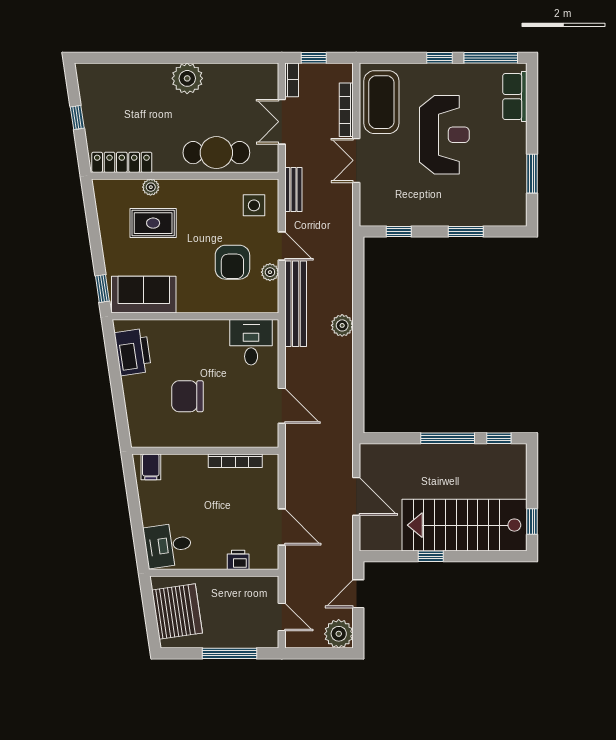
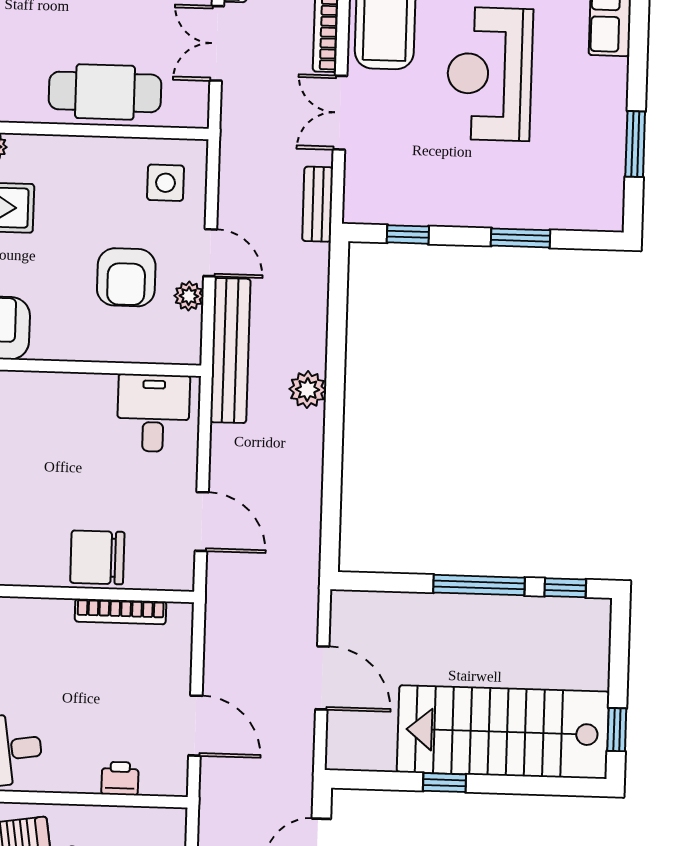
reception desk: (444, 135) -> (490, 74), turned 180
bench: (293, 190) -> (318, 204), moved
chair: (187, 396) -> (97, 557), moved

